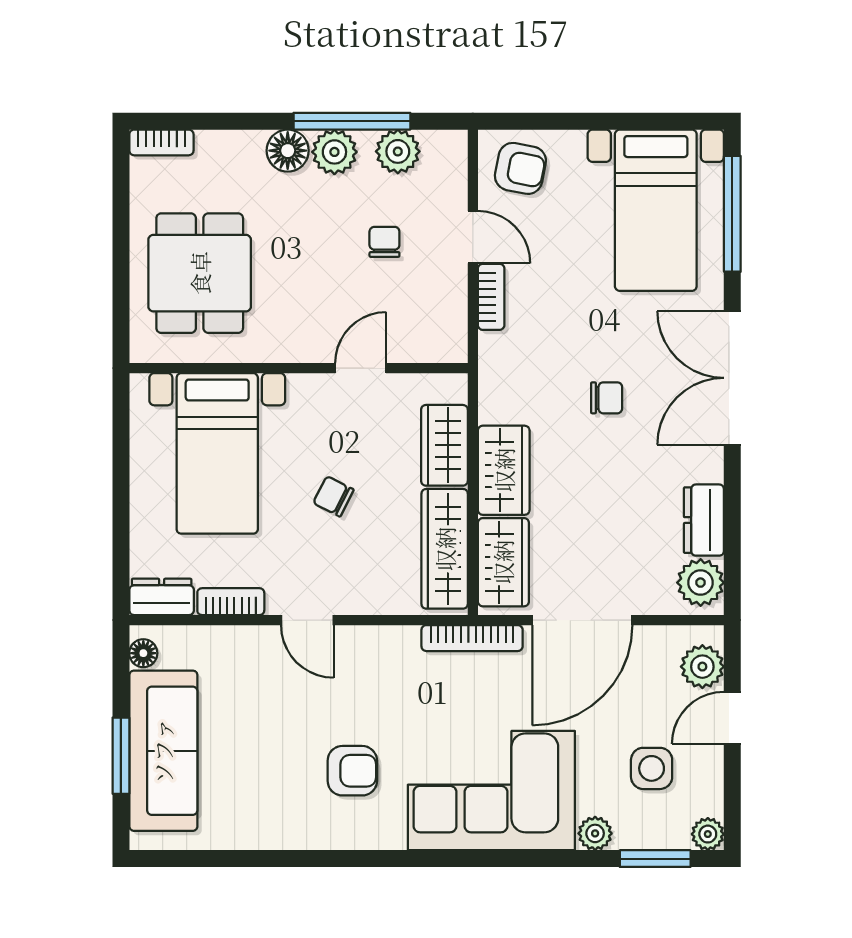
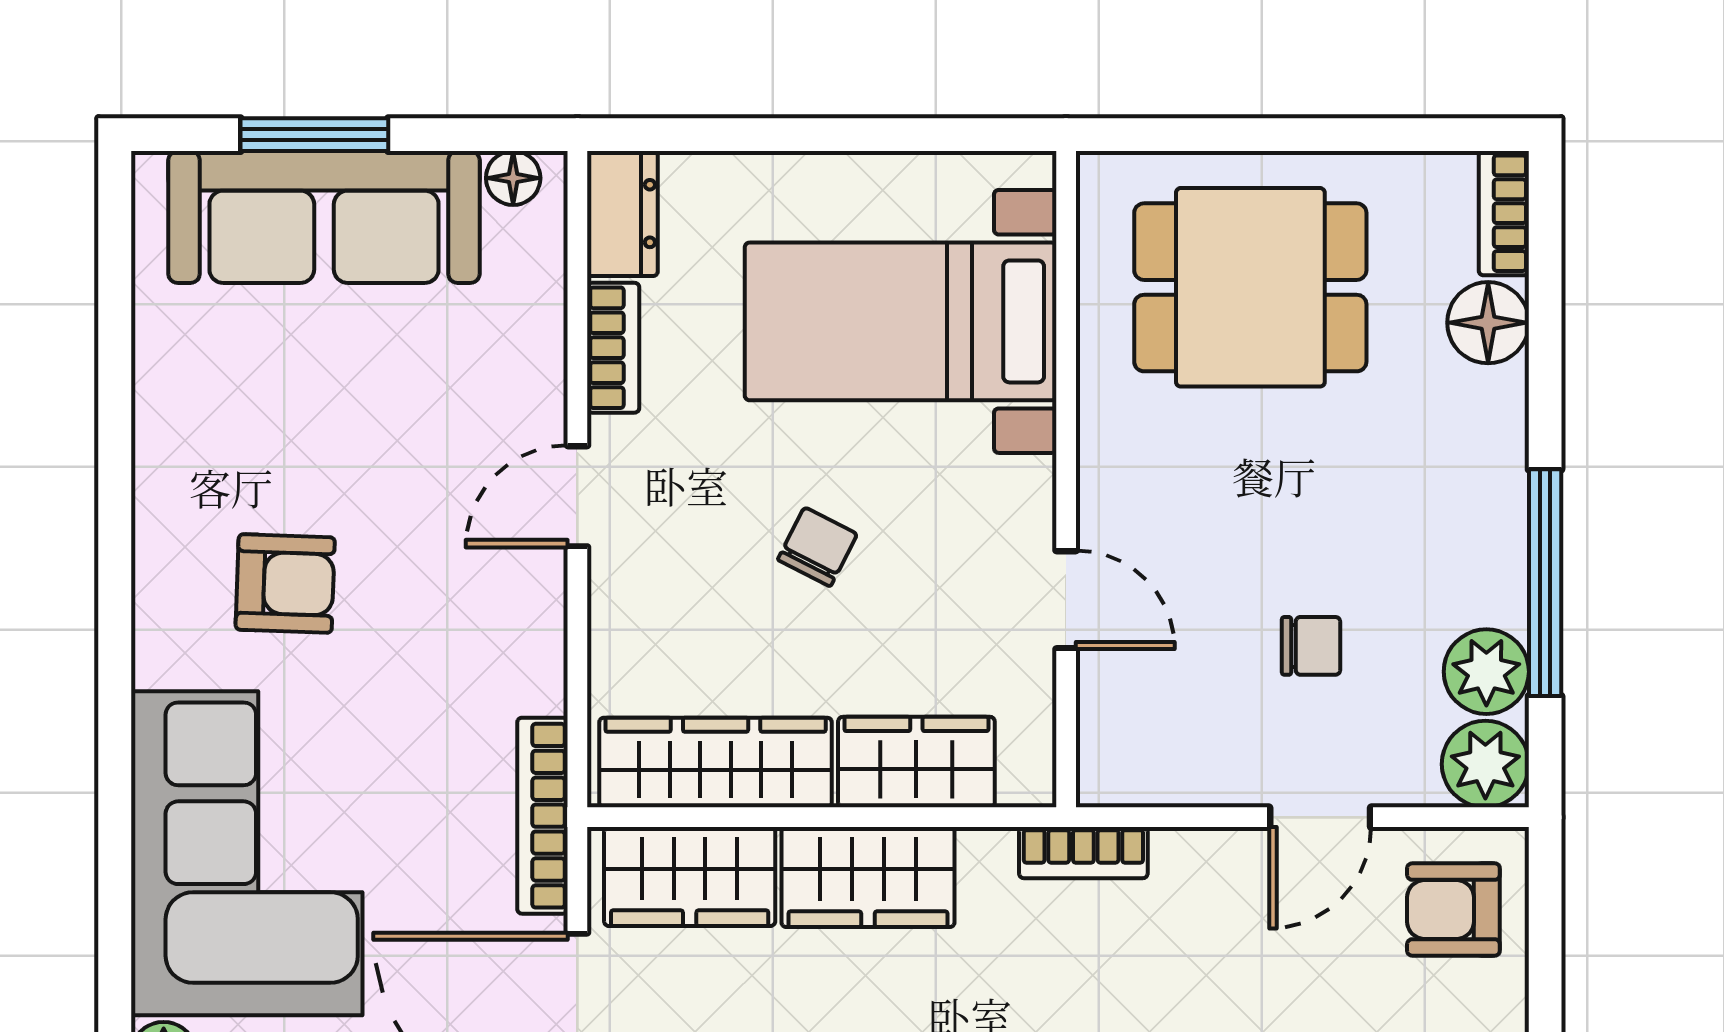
floor lamp: (288, 151) -> (1488, 323), moved
plant: (334, 152) -> (1485, 764), moved
armchair: (520, 168) -> (1453, 910), turned 79
bookcase: (491, 297) -> (1083, 853), moved
armchair: (352, 771) -> (285, 583), turned -88

